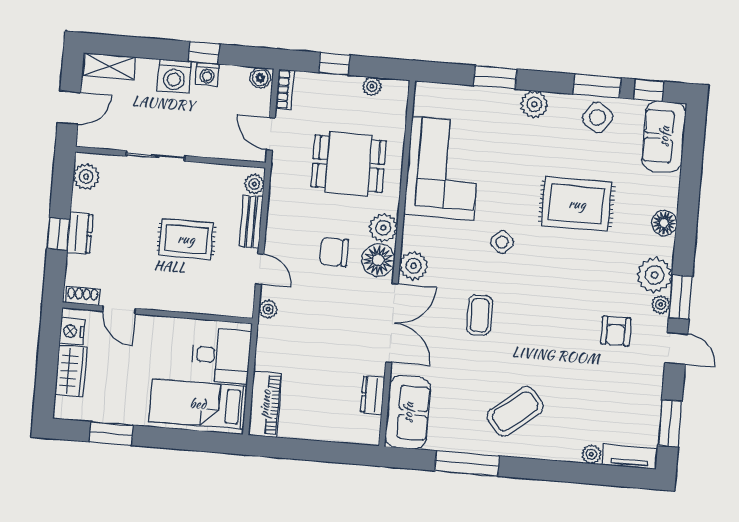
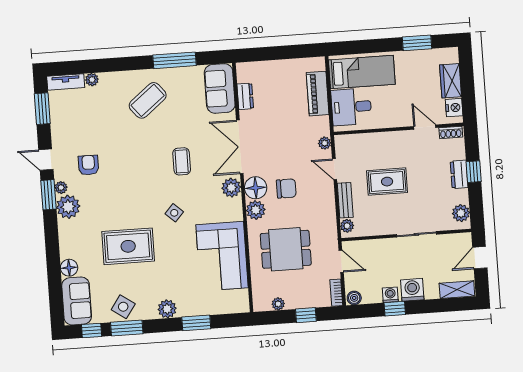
floor lamp: (664, 223) -> (69, 268), moved
piano: (265, 404) -> (318, 94), moved

